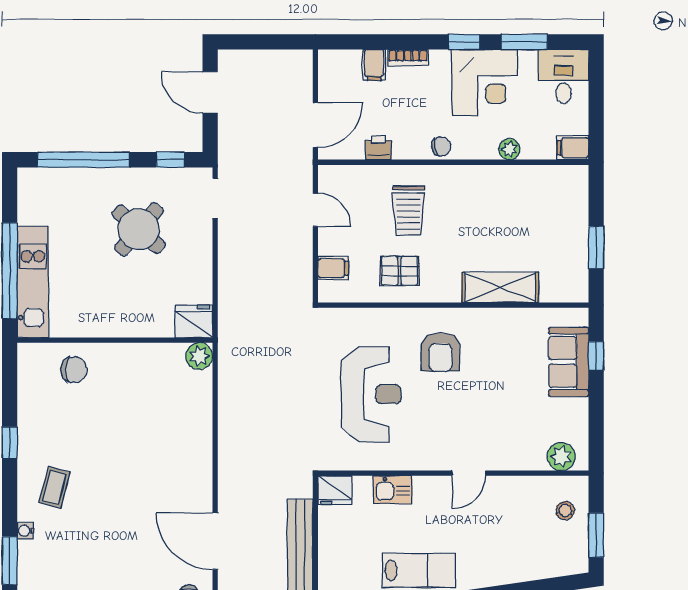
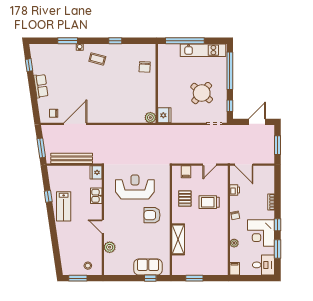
window: (267, 42) -> (277, 145), added
filing cabinet: (374, 65) -> (268, 188), removed
kitchen unit: (33, 282) -> (203, 50), moved
reception desk: (371, 394) -> (135, 187), turned 180
plant: (561, 457) -> (110, 247), moved

